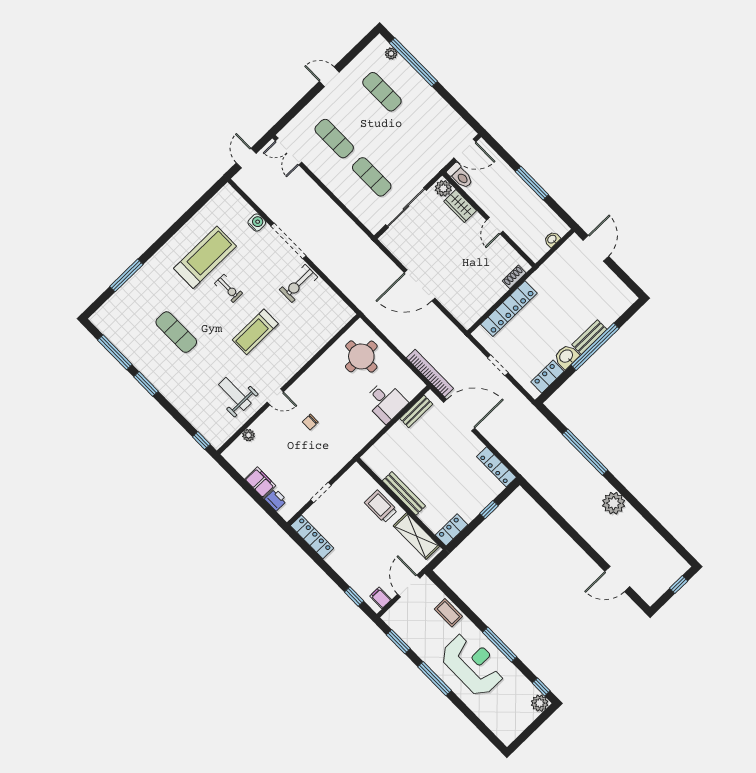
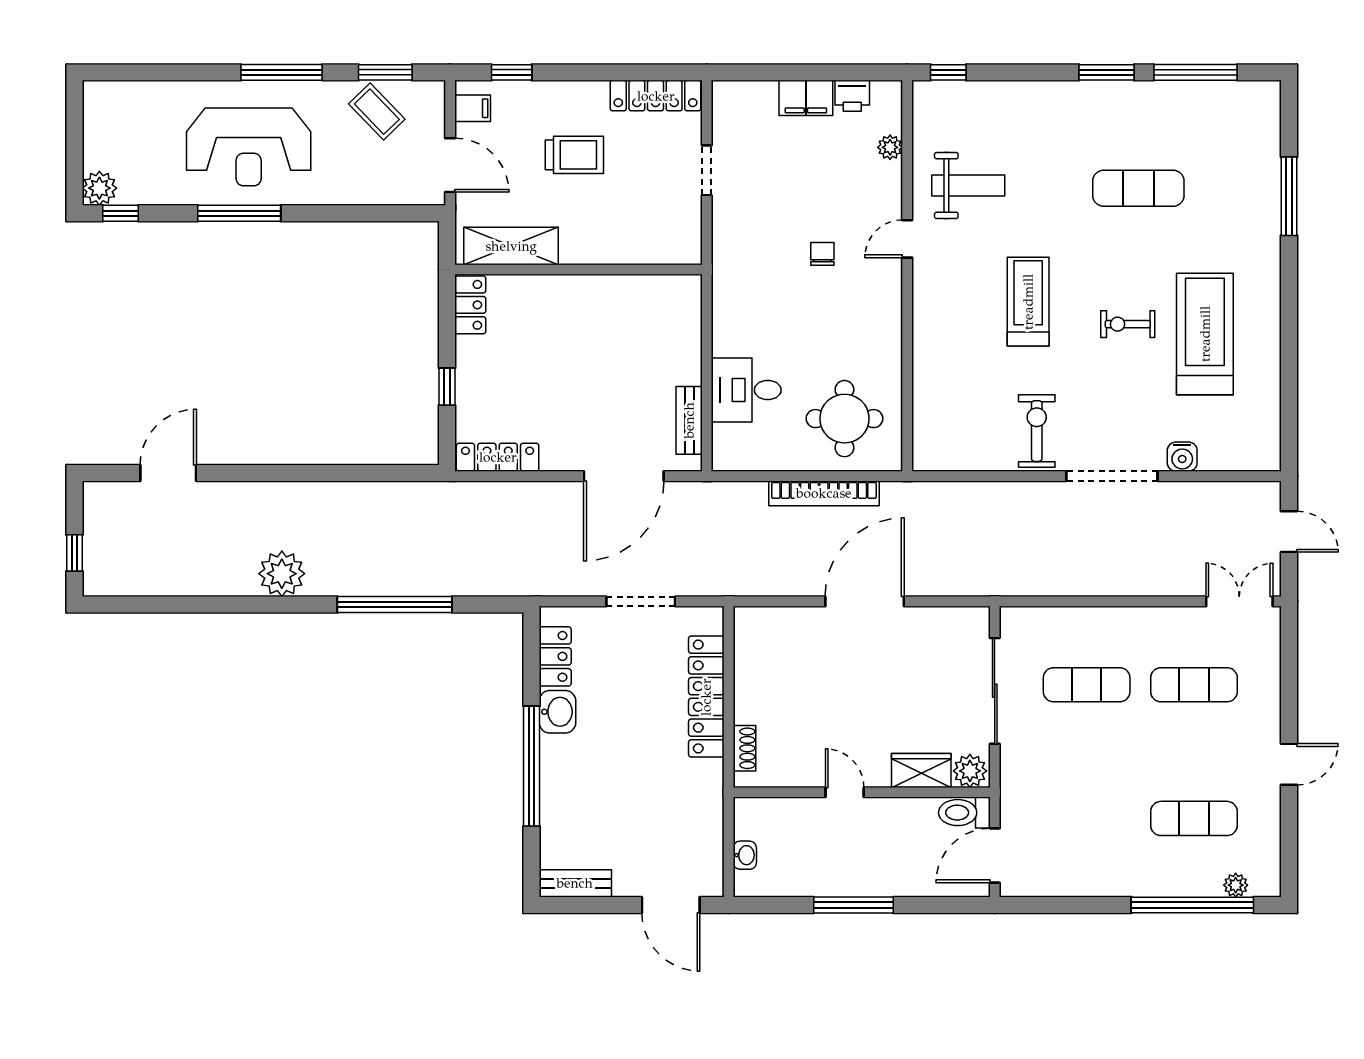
treadmill: (205, 257) -> (1205, 334), turned 180
bench: (589, 337) -> (575, 883), moved, turned 90
doorway: (498, 365) -> (641, 601), width x1.38
bookcase: (430, 373) -> (824, 493), moved
bench: (404, 493) -> (589, 288), removed
printer: (276, 500) -> (852, 96), moved
trolley: (381, 506) -> (574, 155), moved
coffee table: (448, 613) -> (377, 112), moved, turned 46

